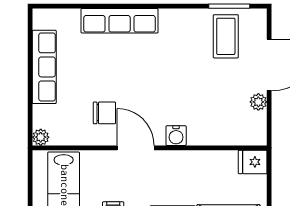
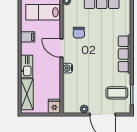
row of seats: (120, 21) -> (125, 54), moved
door: (136, 148) -> (61, 48), swing flipped

